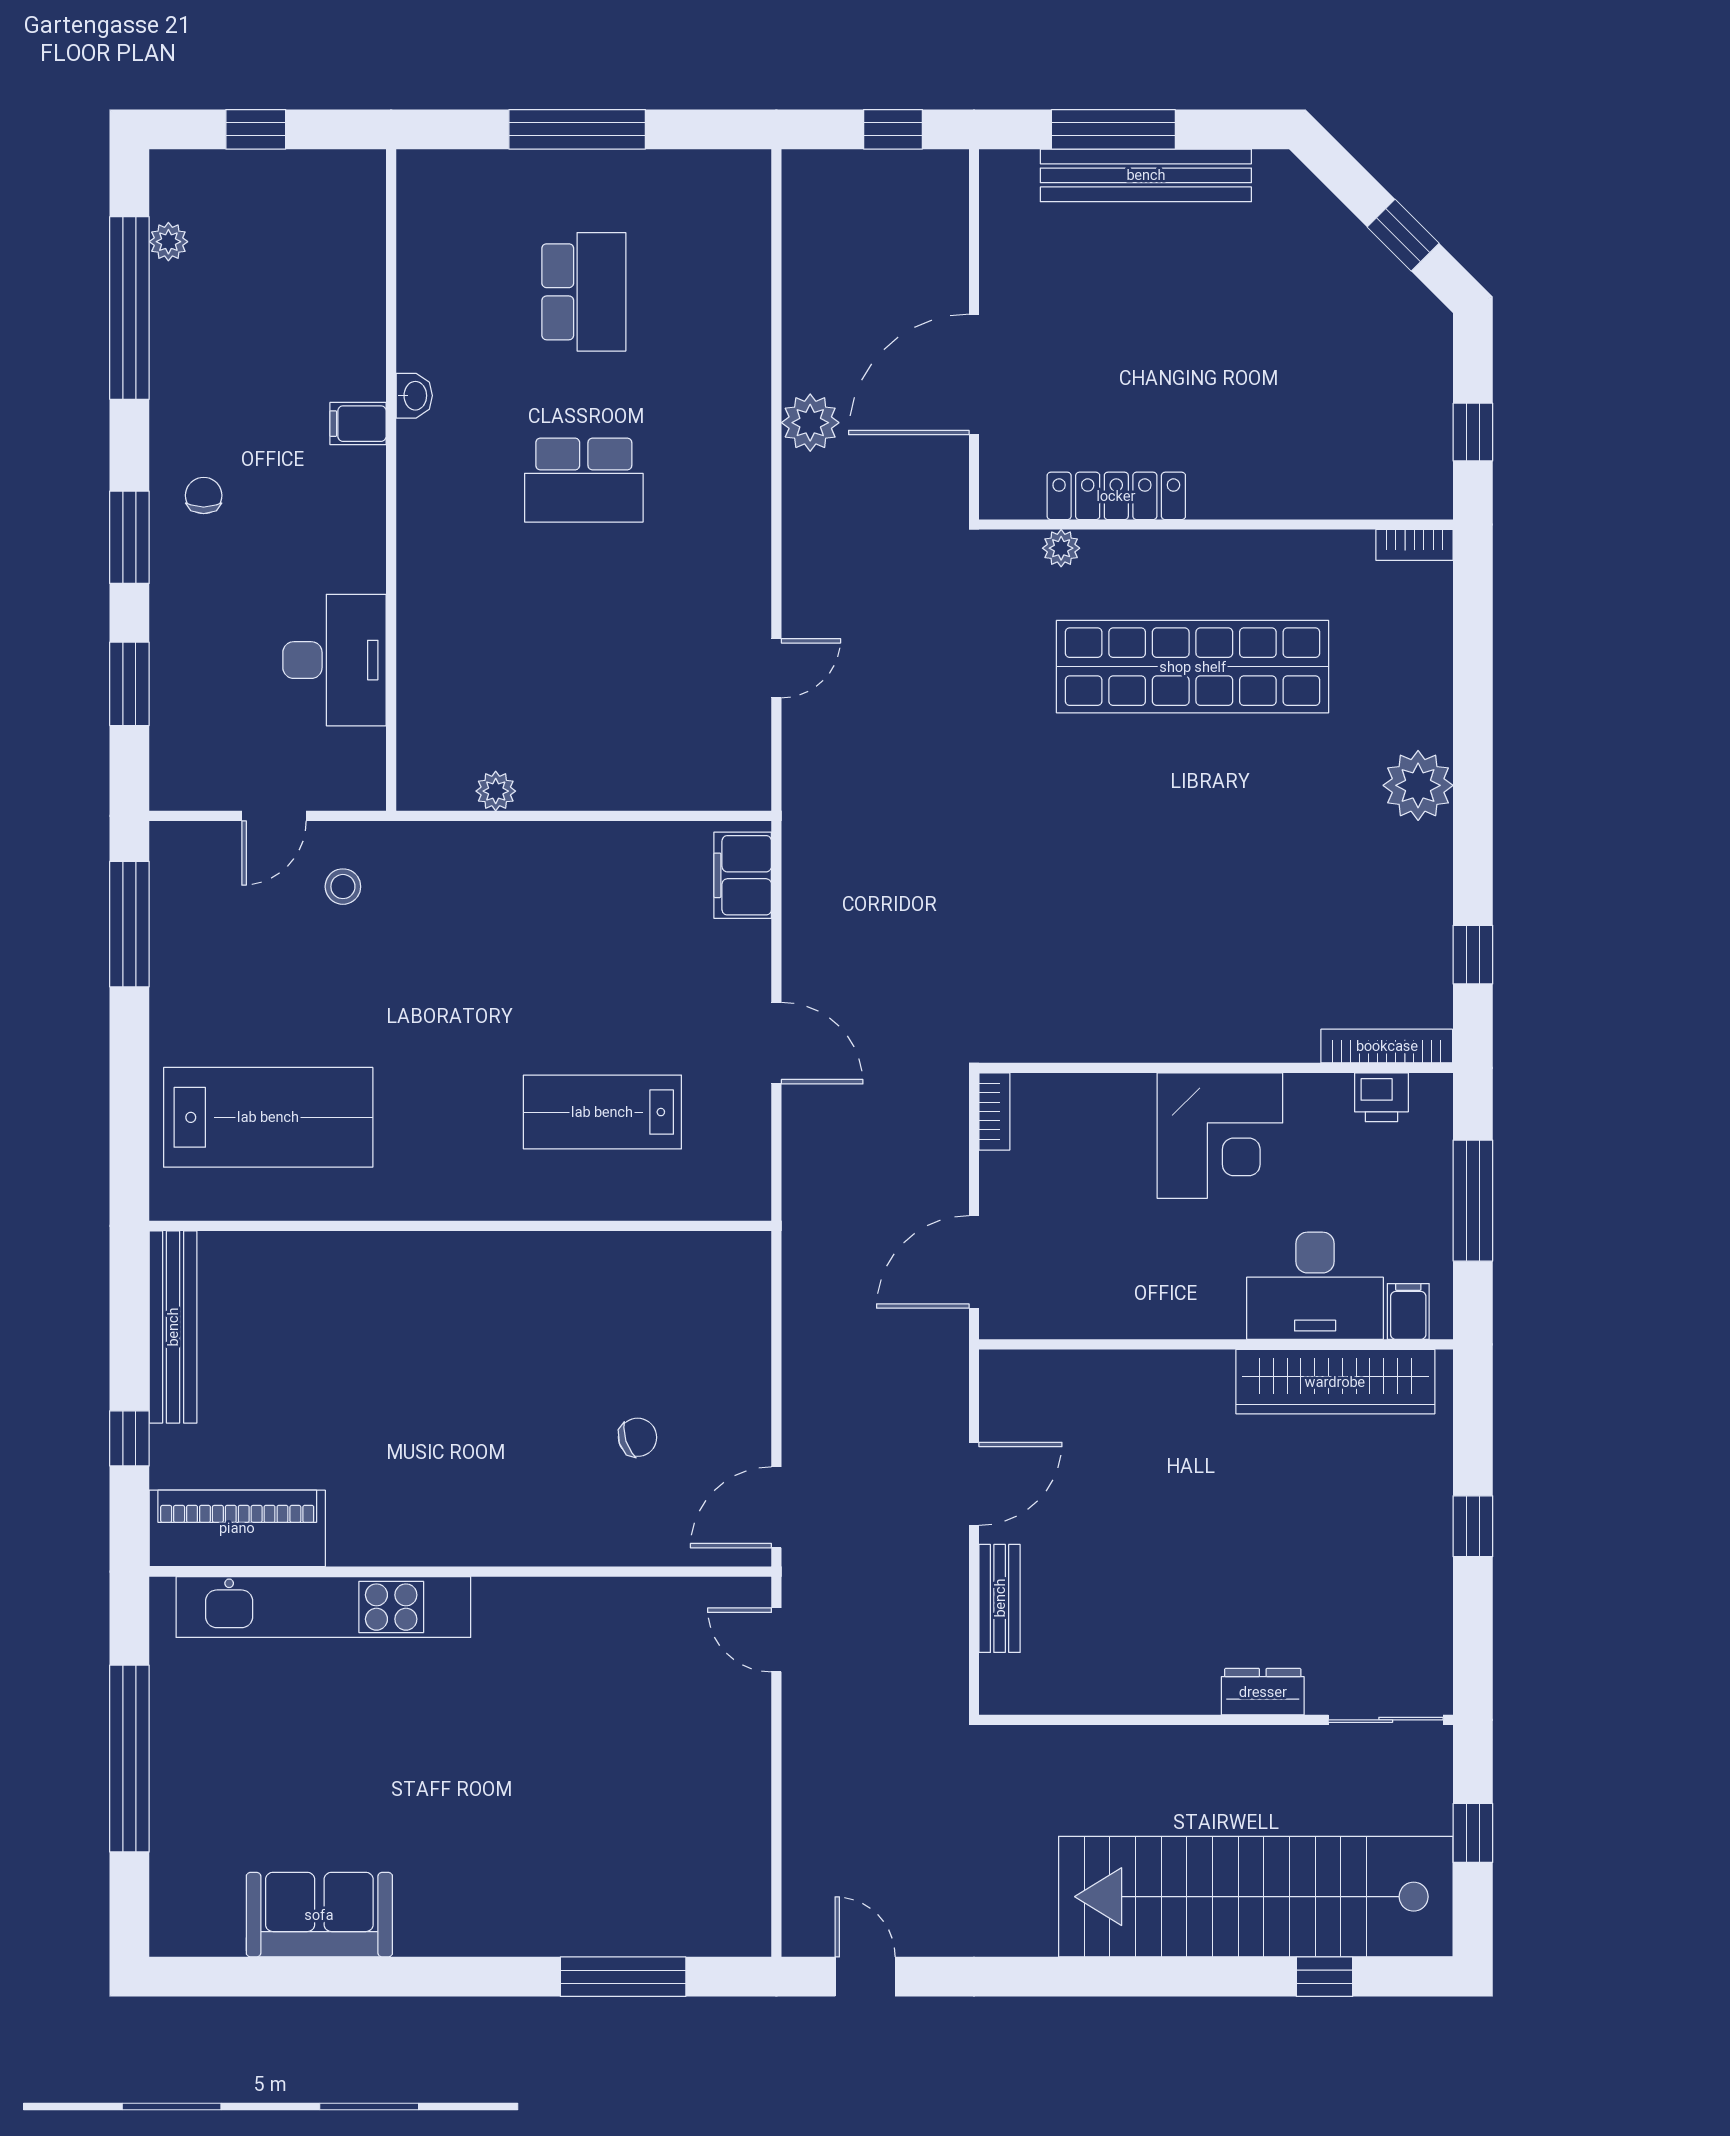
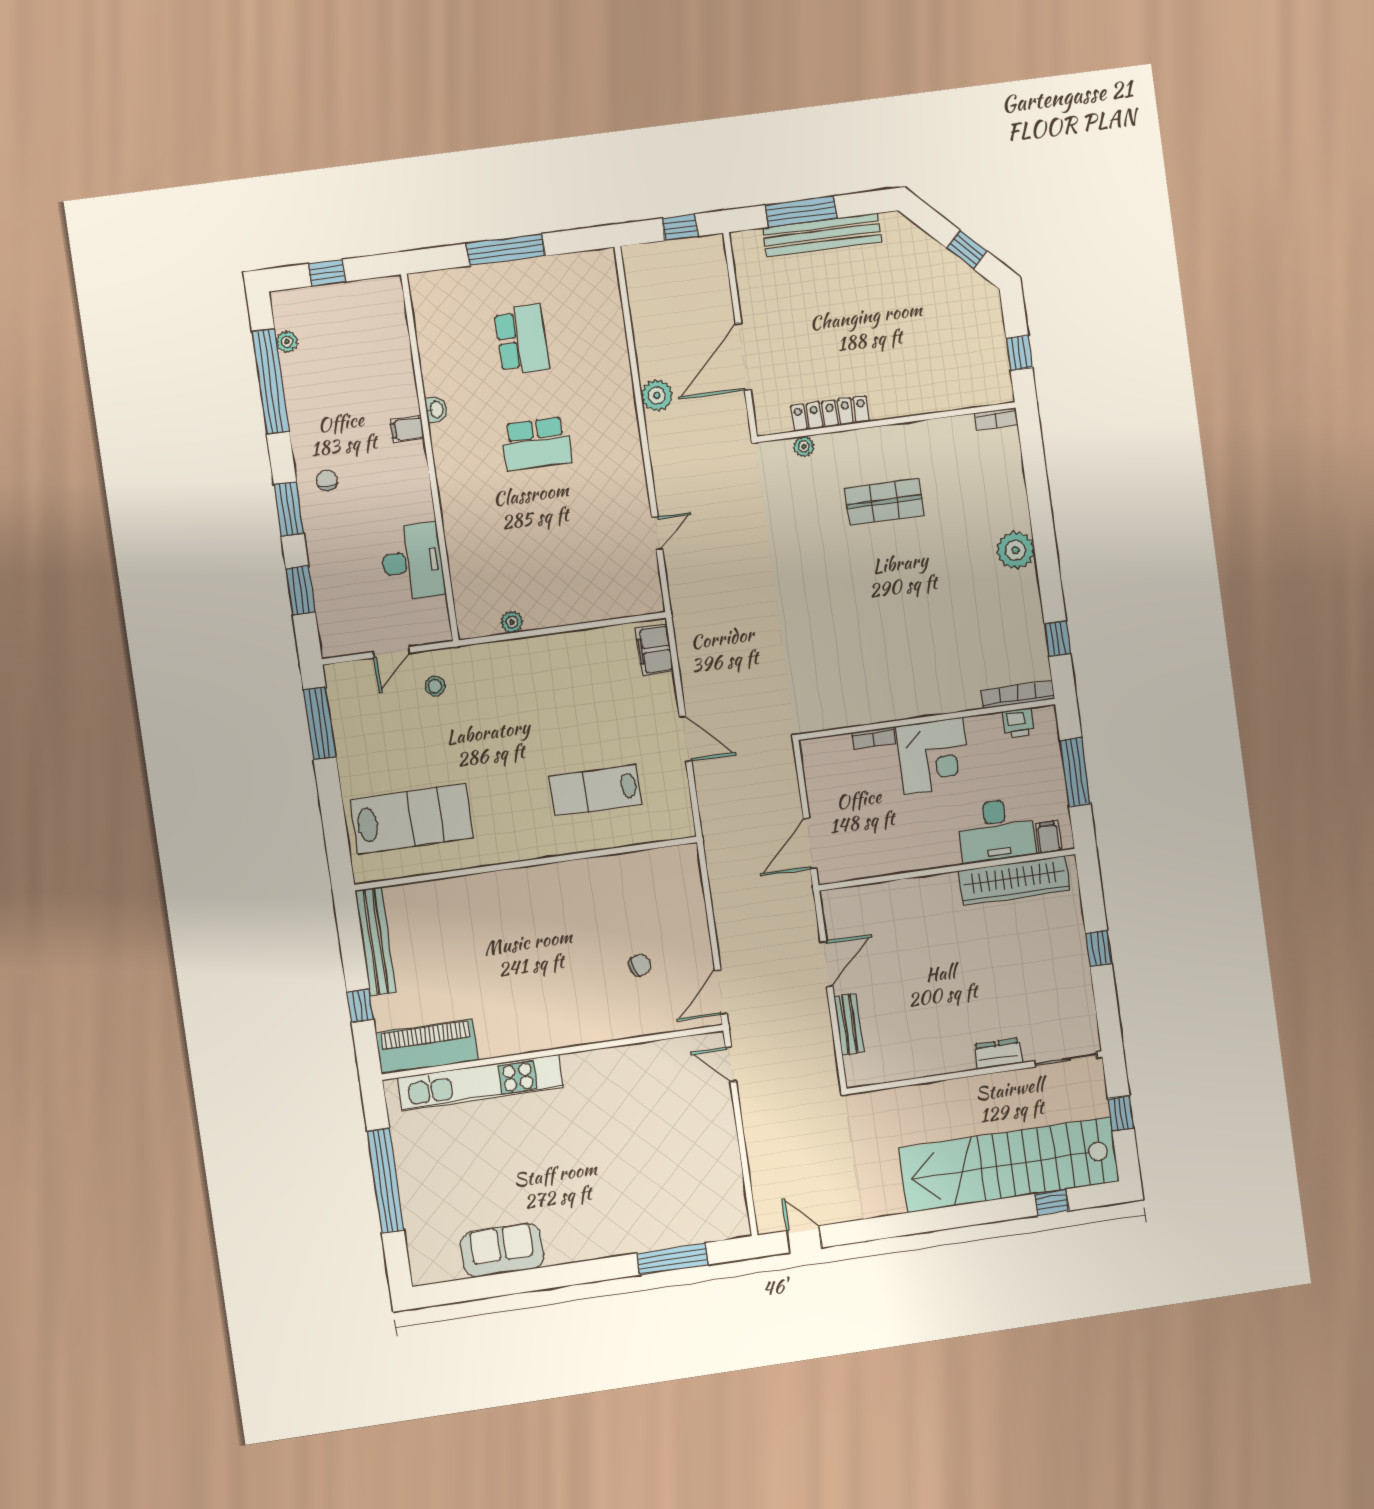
shop shelf: (1193, 667) -> (884, 502), width x0.50, depth x0.74
bookcase: (994, 1111) -> (873, 738), moved, turned 90

